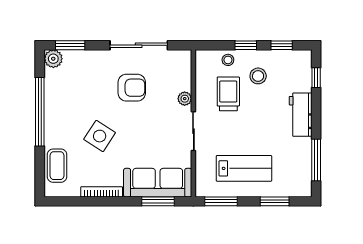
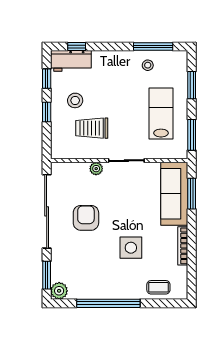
sliding door: (139, 45) -> (47, 211), width x1.36
stool: (228, 60) -> (148, 65), moved
workbench: (301, 115) -> (71, 61), moved
side table: (100, 136) -> (131, 248), turned -33
coffee table: (57, 166) -> (158, 287), width x0.73, depth x0.77

